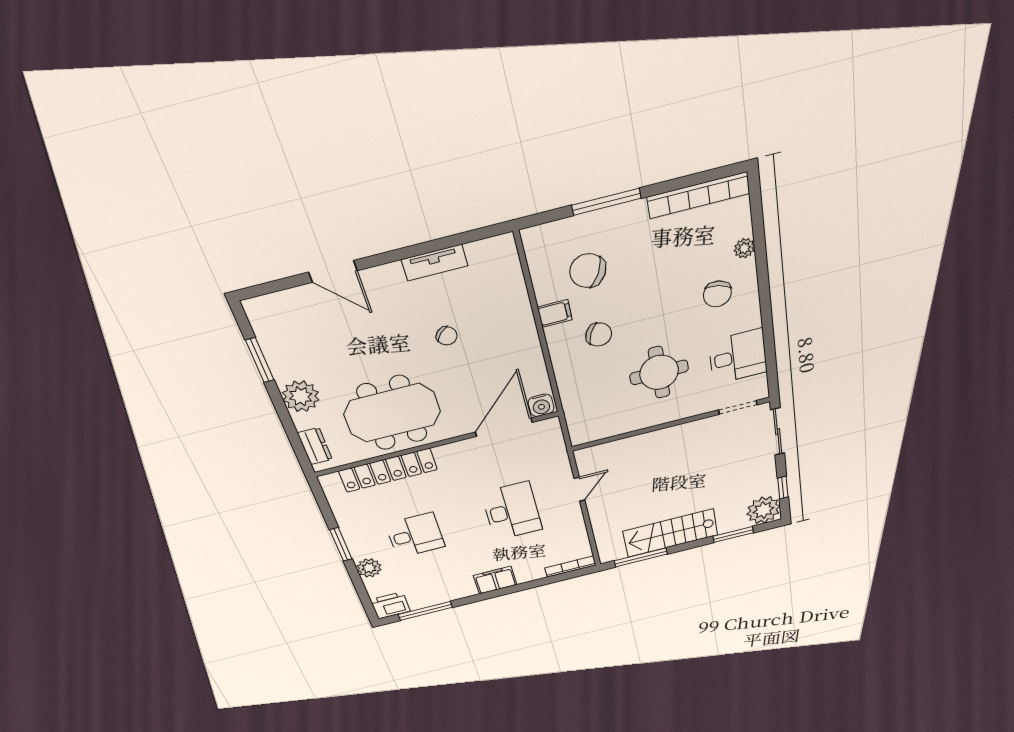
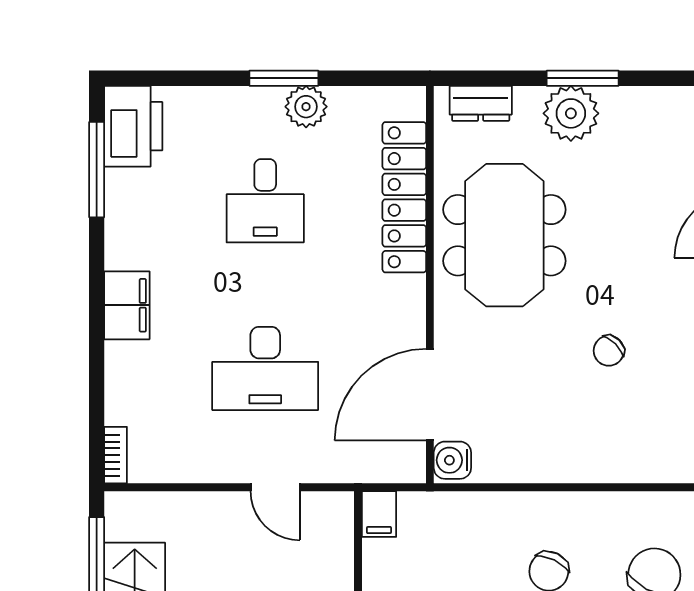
filing cabinet: (555, 313) -> (379, 514), moved
window: (260, 360) -> (583, 78), moved
door: (504, 427) -> (430, 395), swing flipped
bookcase: (570, 567) -> (116, 455), width x0.64
plant: (369, 568) -> (306, 107), moved
printer: (390, 605) -> (133, 126), width x1.37, depth x1.19

